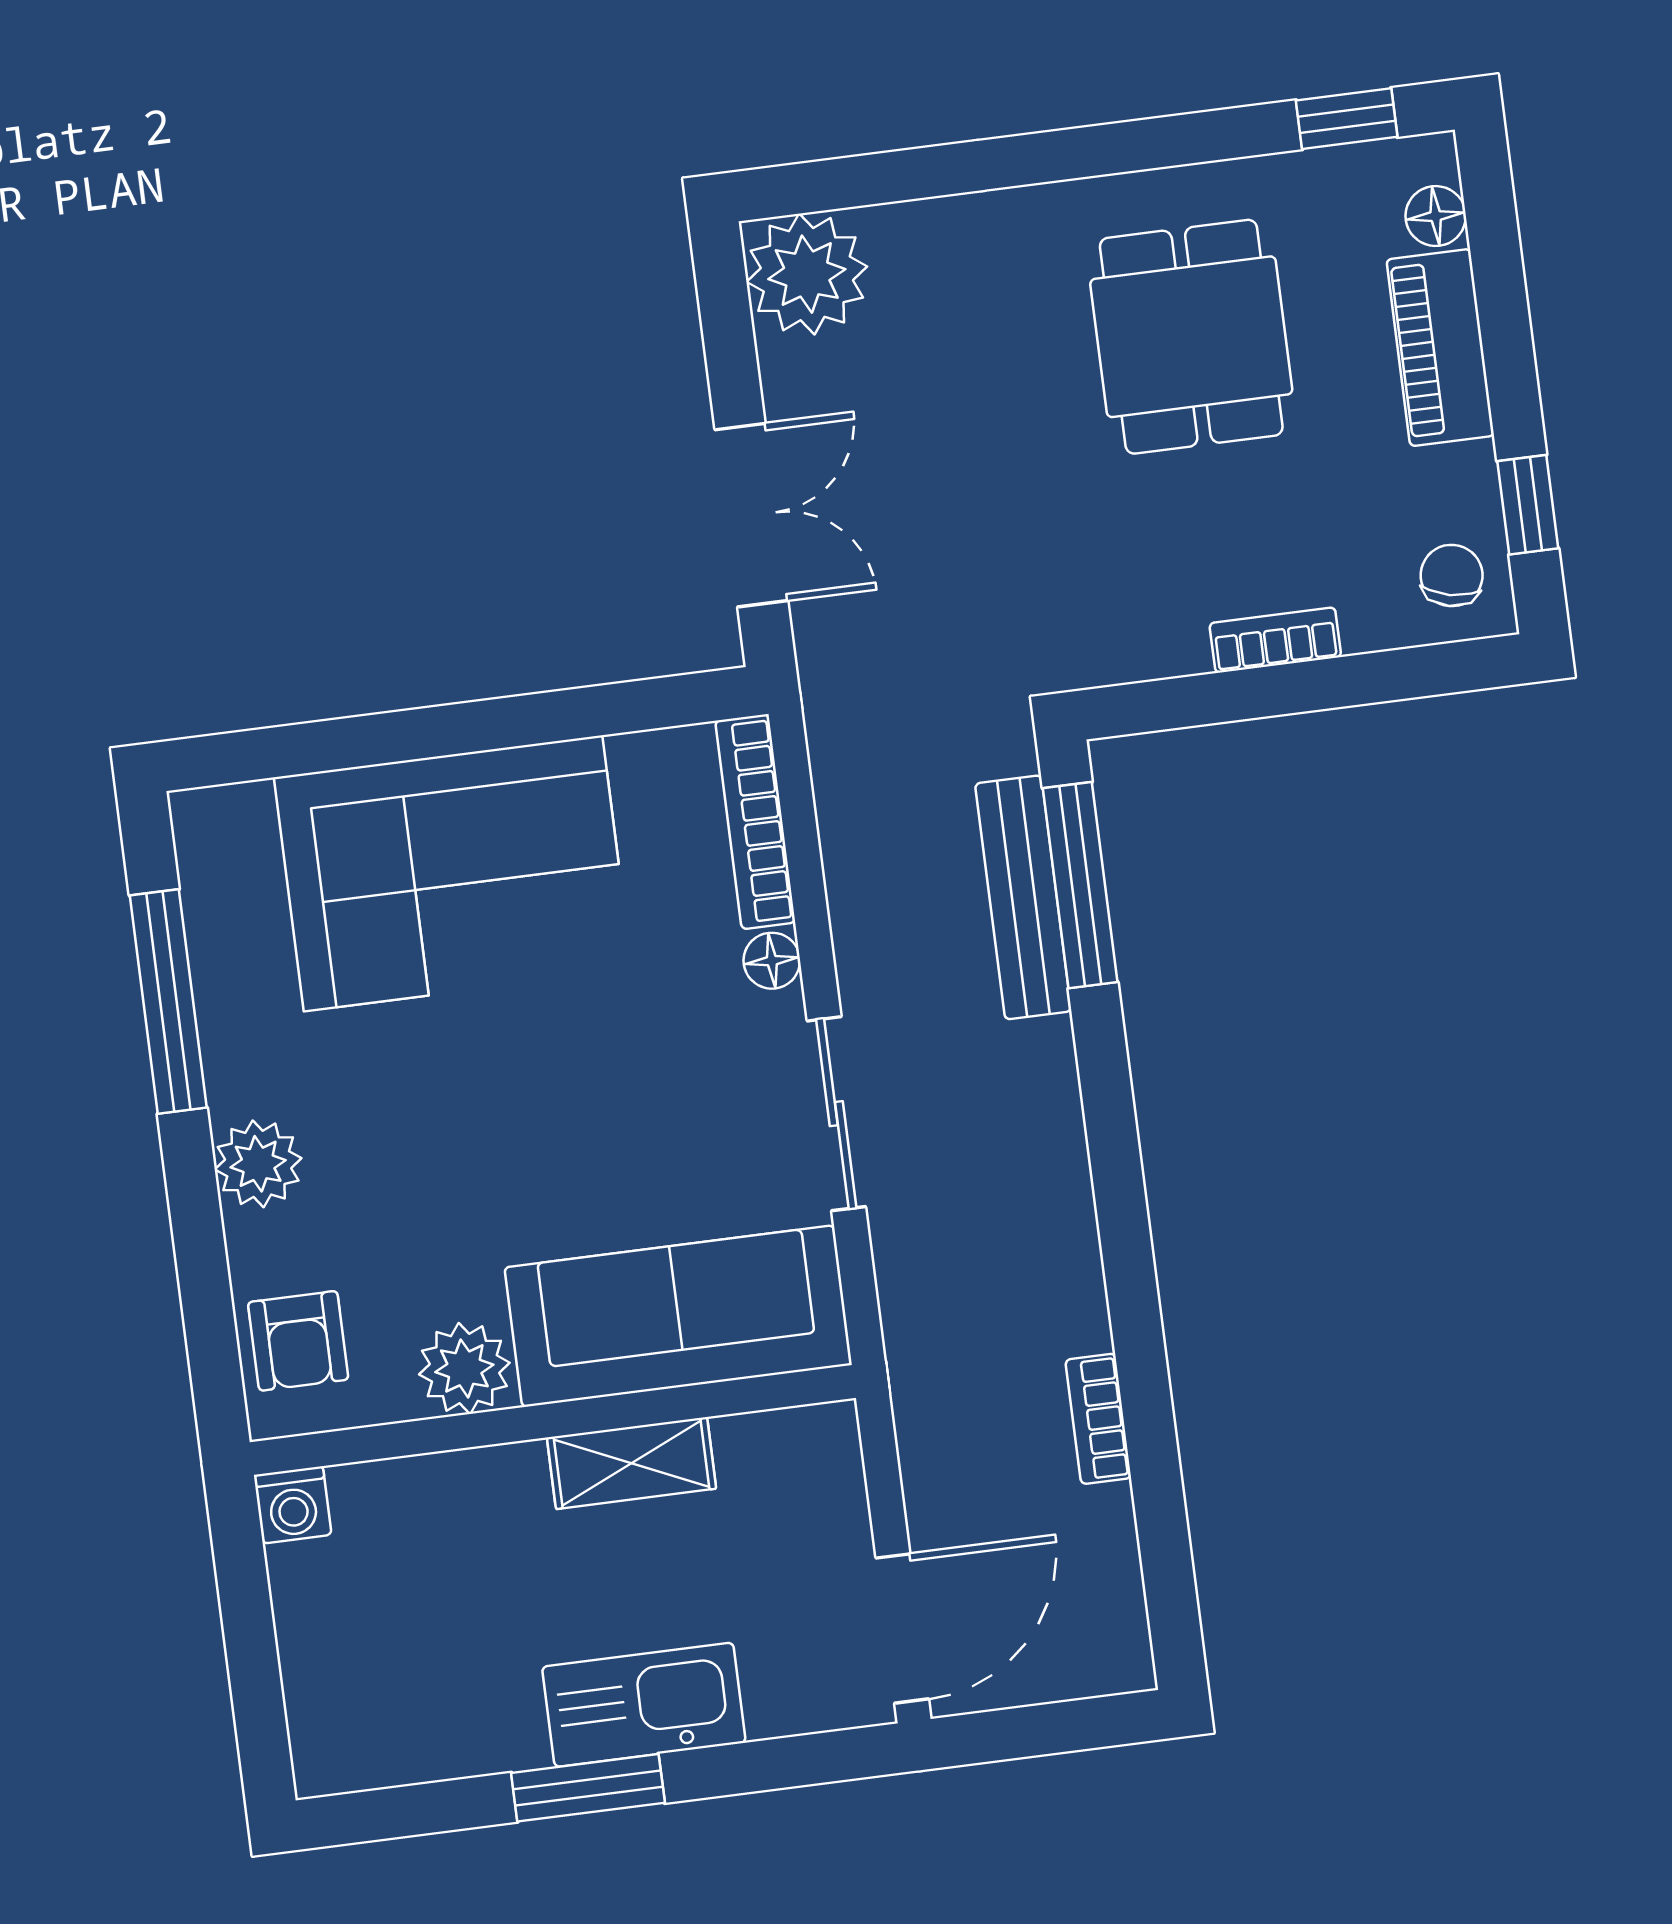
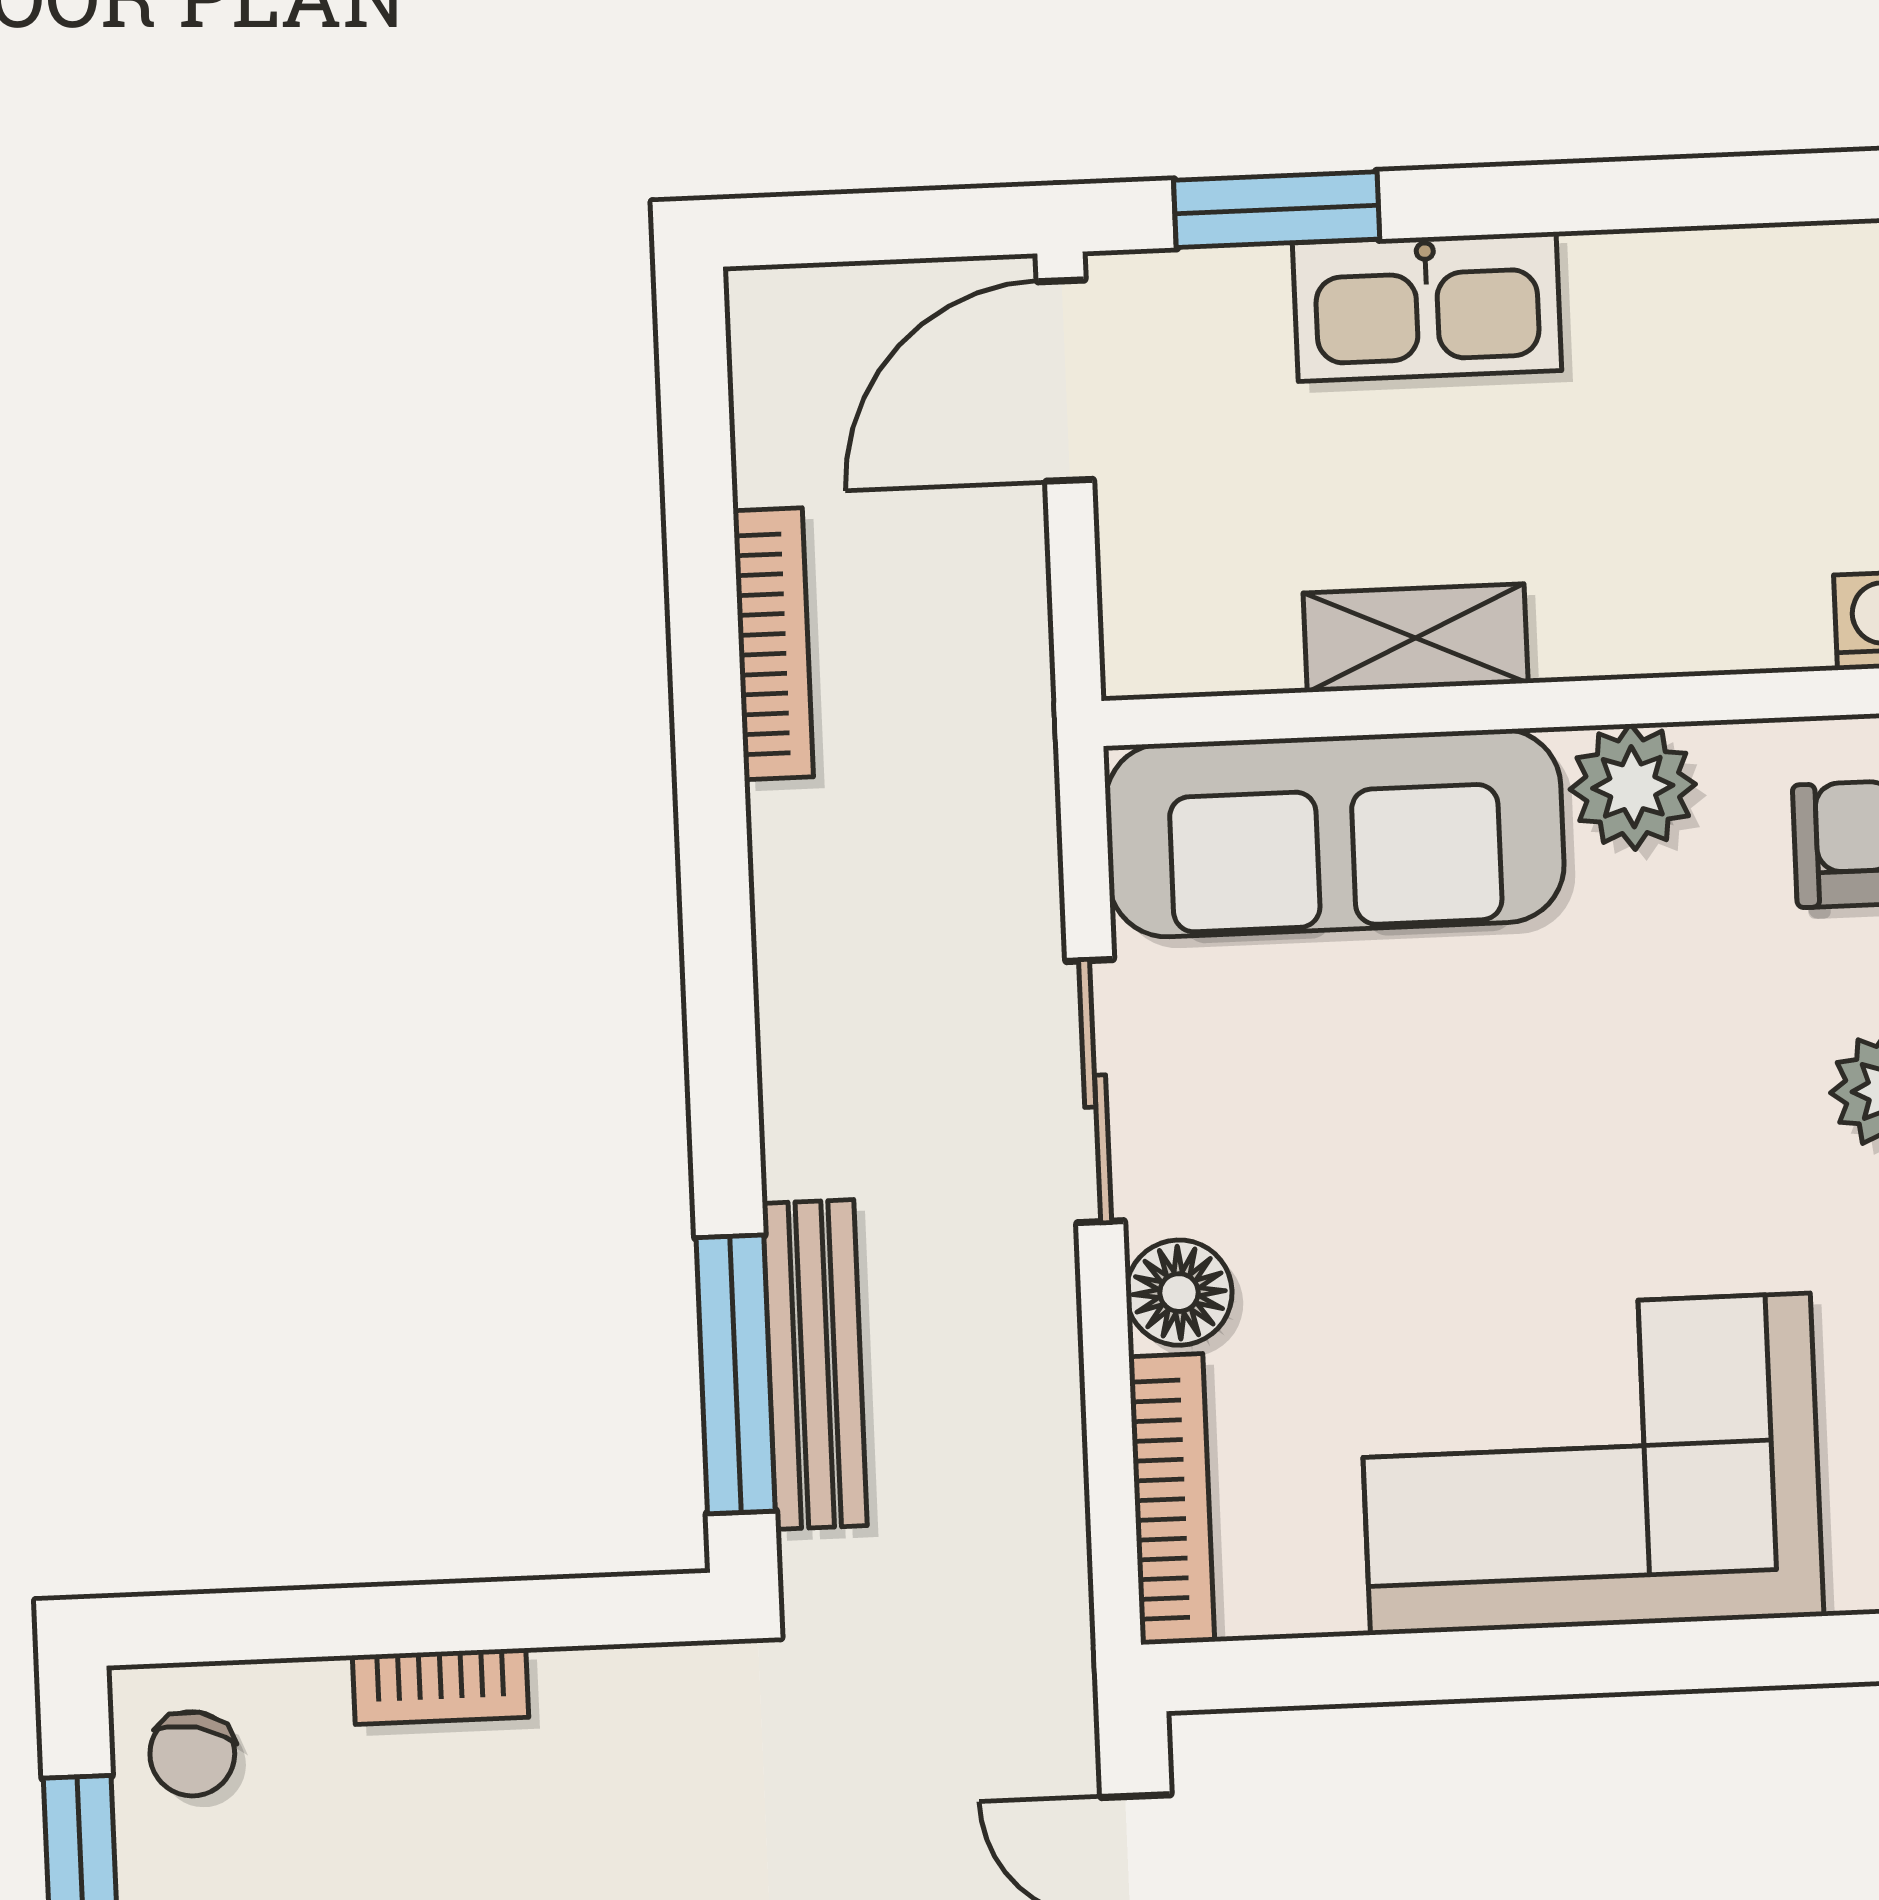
floor lamp: (772, 961) -> (1179, 1293), width x1.37, depth x1.37
bookcase: (1098, 1419) -> (773, 644), width x1.56
window: (588, 1788) -> (1277, 210), moved

